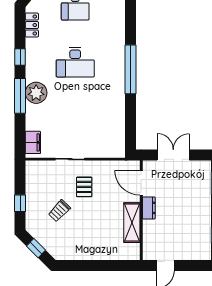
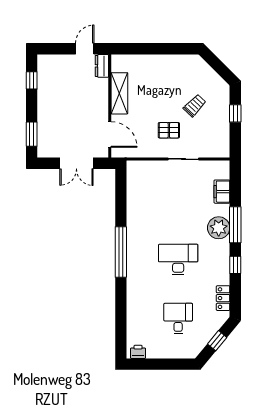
filing cabinet: (33, 142) -> (222, 192), moved
pallet: (84, 187) -> (169, 130), turned 90
dresser: (149, 208) -> (102, 66), moved
window: (36, 248) -> (219, 67), removed

